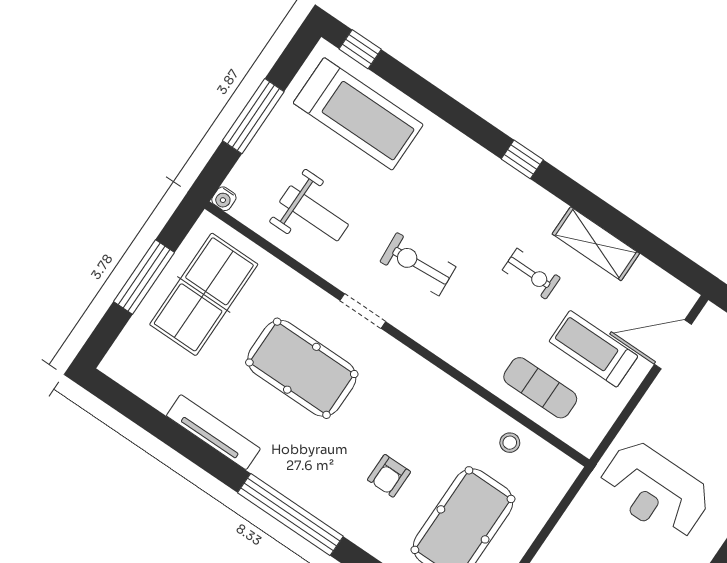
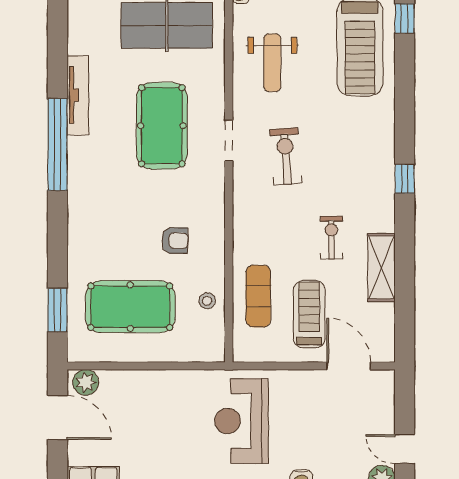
exercise bike: (531, 274) -> (331, 238), turned 180
armchair: (389, 476) -> (175, 241), moved, turned 180
window: (290, 515) -> (58, 145), moved

